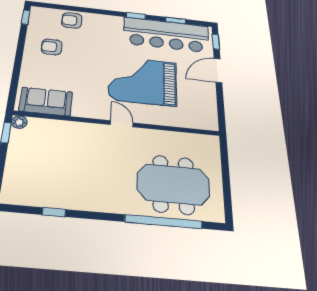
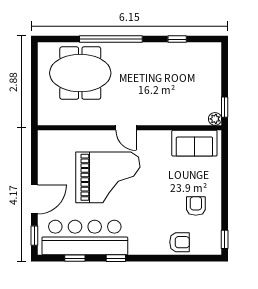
armchair: (52, 47) -> (196, 206), turned -90
window: (164, 222) -> (111, 39), moved

